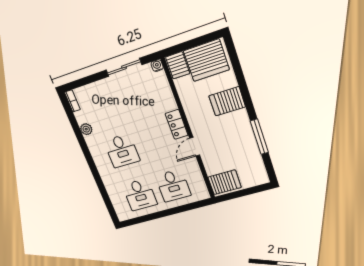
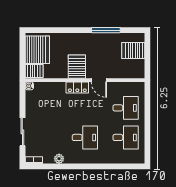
sliding door: (124, 67) -> (22, 132), moved
server rack: (227, 101) -> (77, 67), moved, turned 180
server rack: (225, 182) -> (133, 50), moved, turned -90

